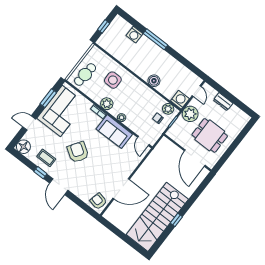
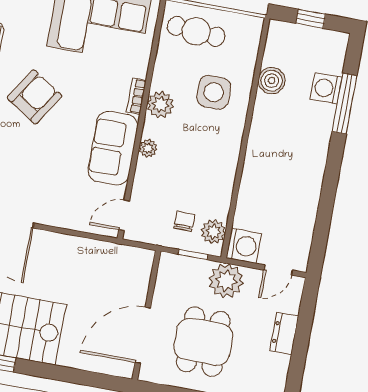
window: (156, 39) -> (344, 104), moved
boiler: (154, 81) -> (272, 81), moved

